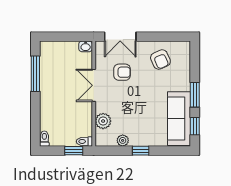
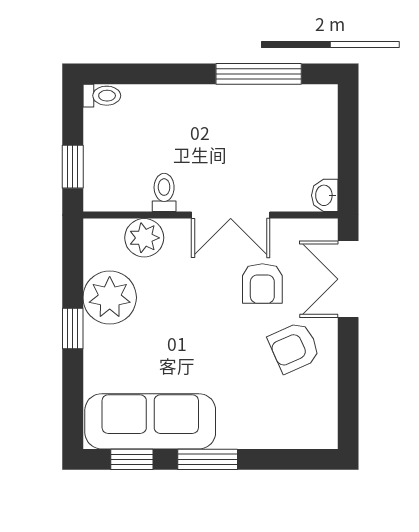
armchair: (160, 59) -> (294, 347), moved
double door: (94, 85) -> (231, 215), swing flipped
plant: (123, 140) -> (110, 298), width x1.88, depth x1.88
toilet: (84, 141) -> (164, 192), moved

